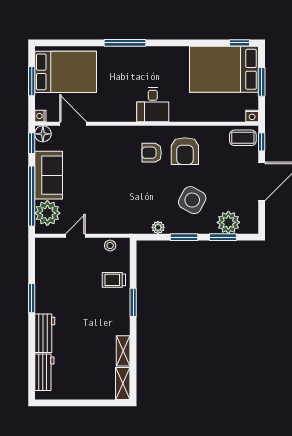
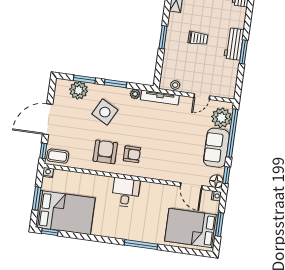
tv unit: (127, 227) -> (160, 98), added
trolley: (114, 280) -> (198, 38), moved
workbench: (45, 333) -> (234, 44), moved

